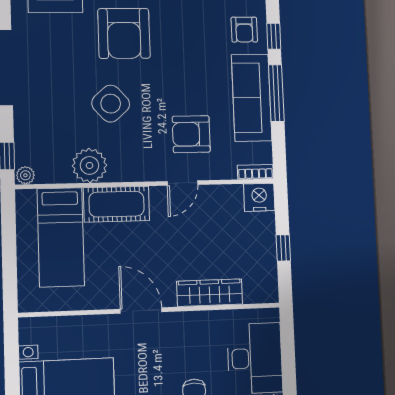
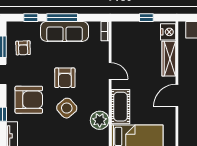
armchair: (244, 30) -> (23, 48), moved, turned 88
armchair: (191, 134) -> (65, 78), moved
nightstand: (259, 197) -> (168, 32), moved, turned 180

